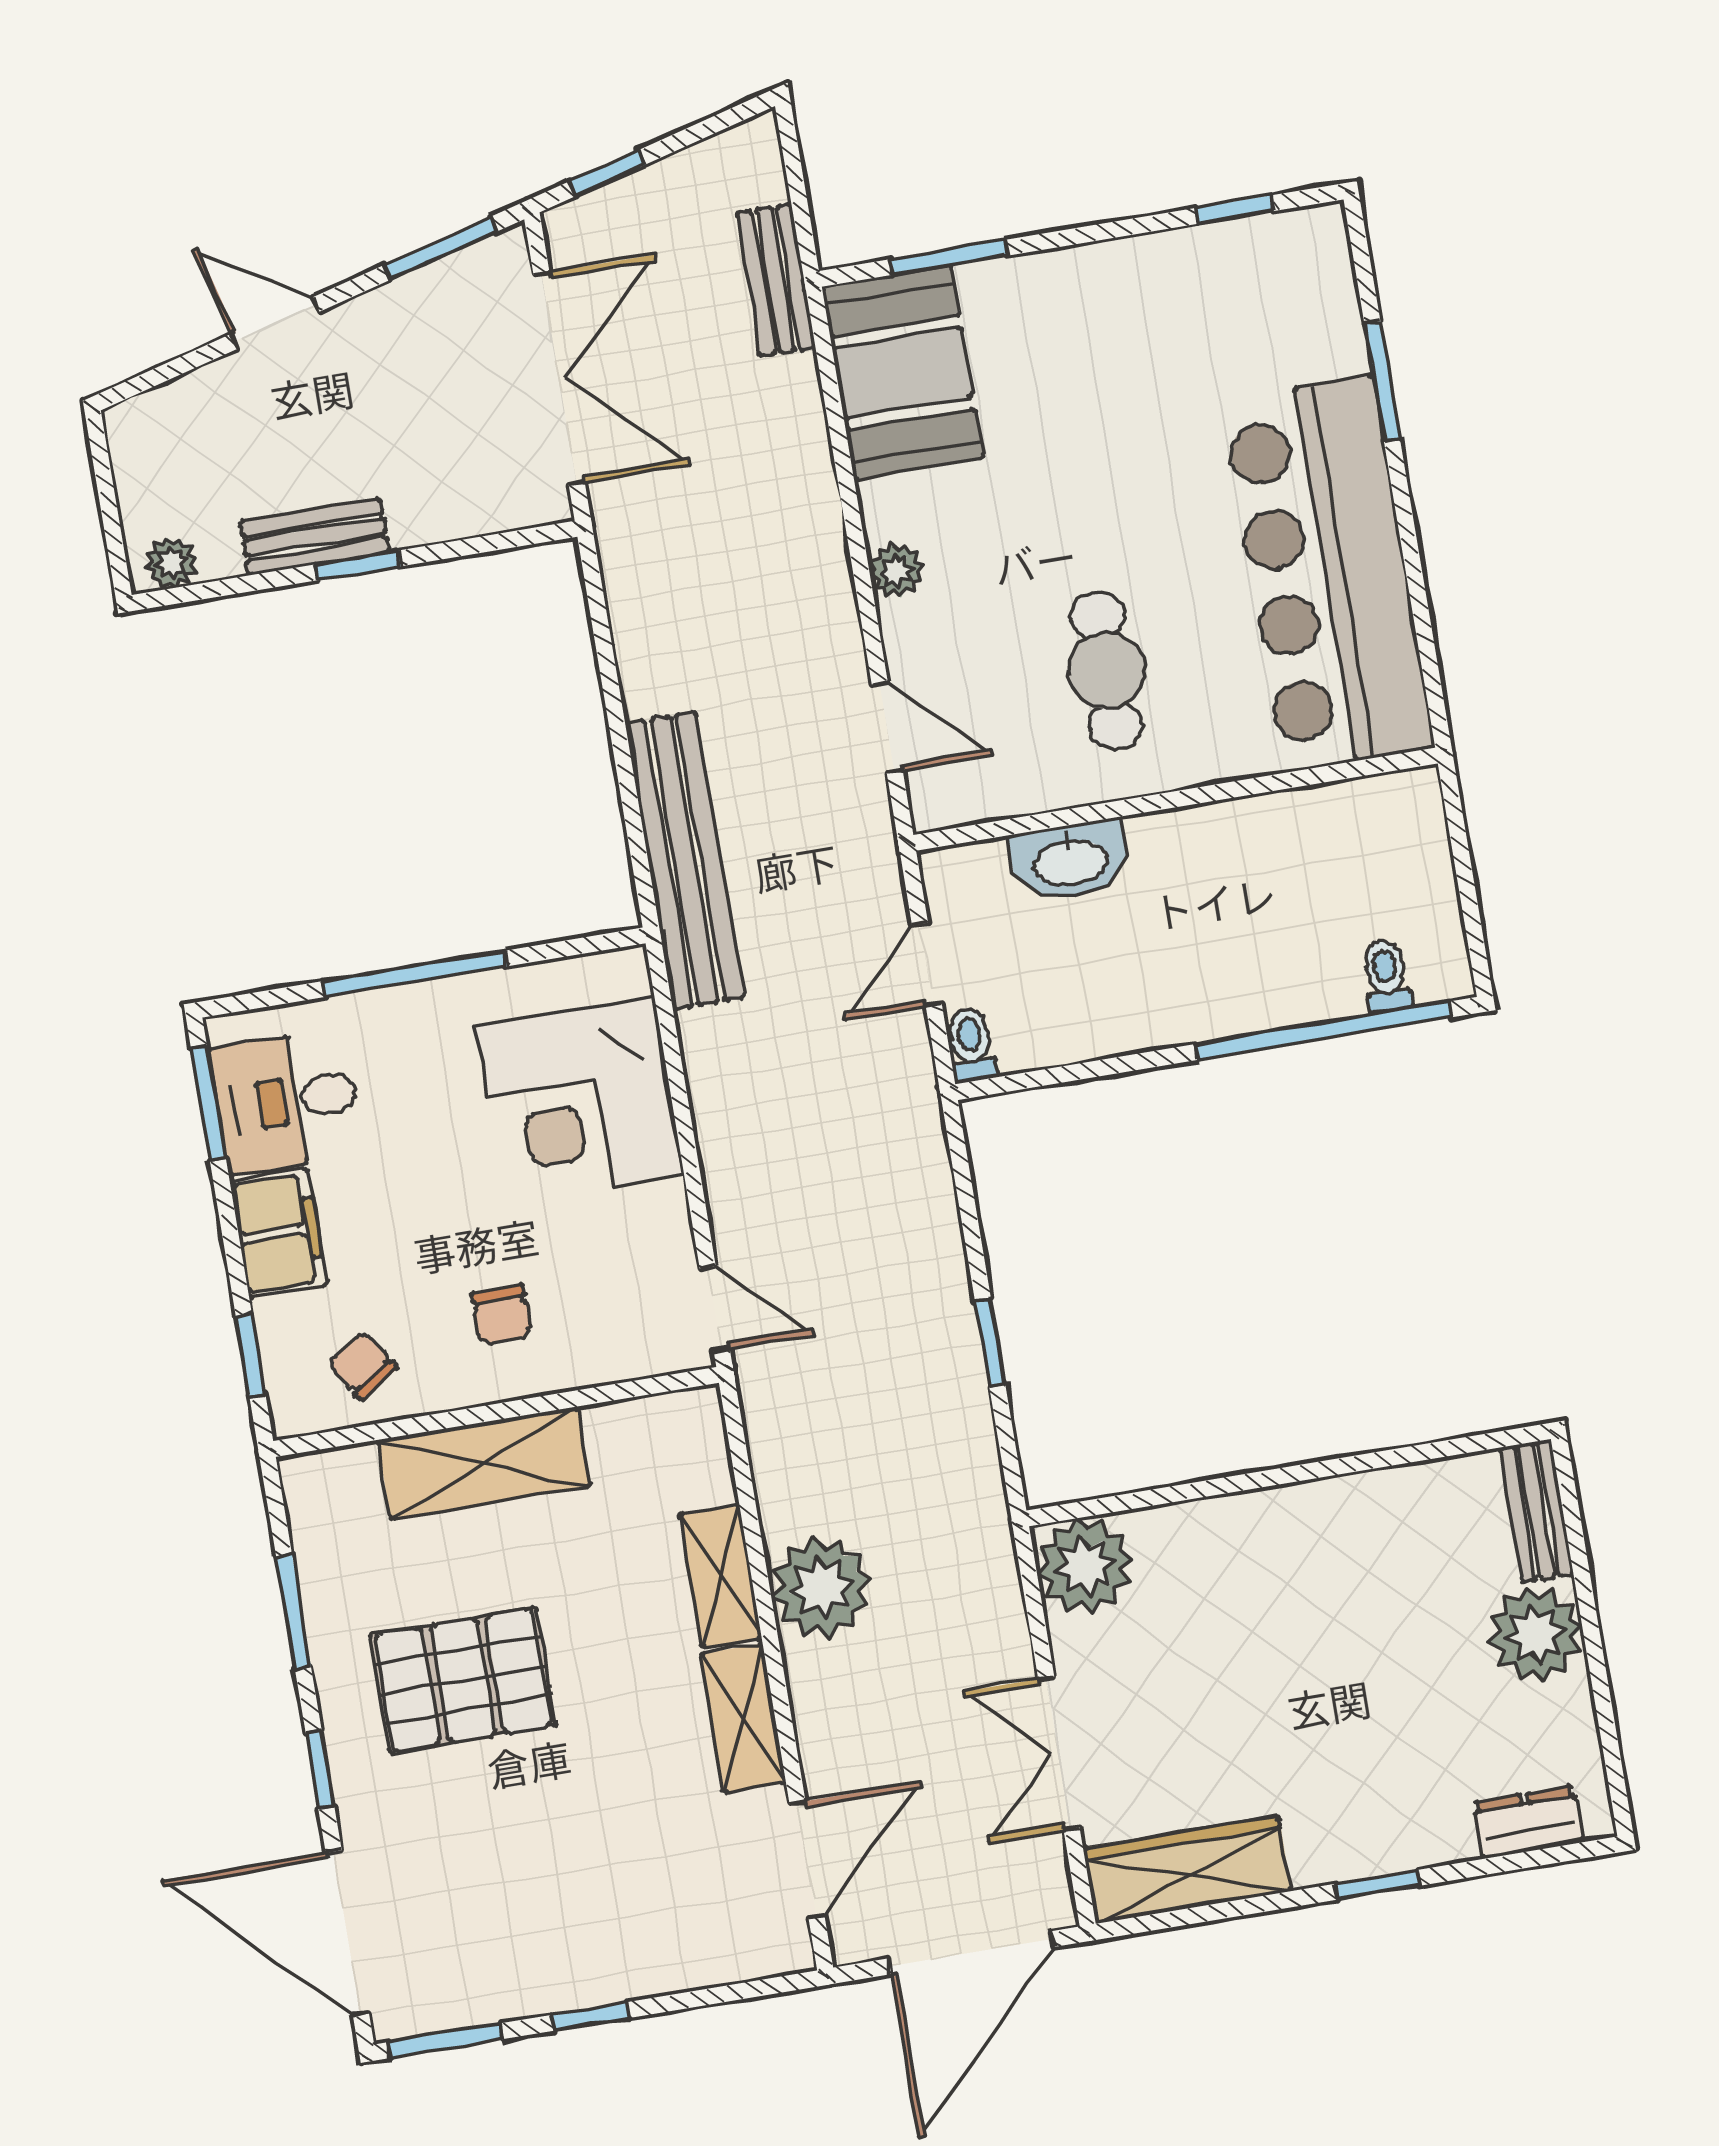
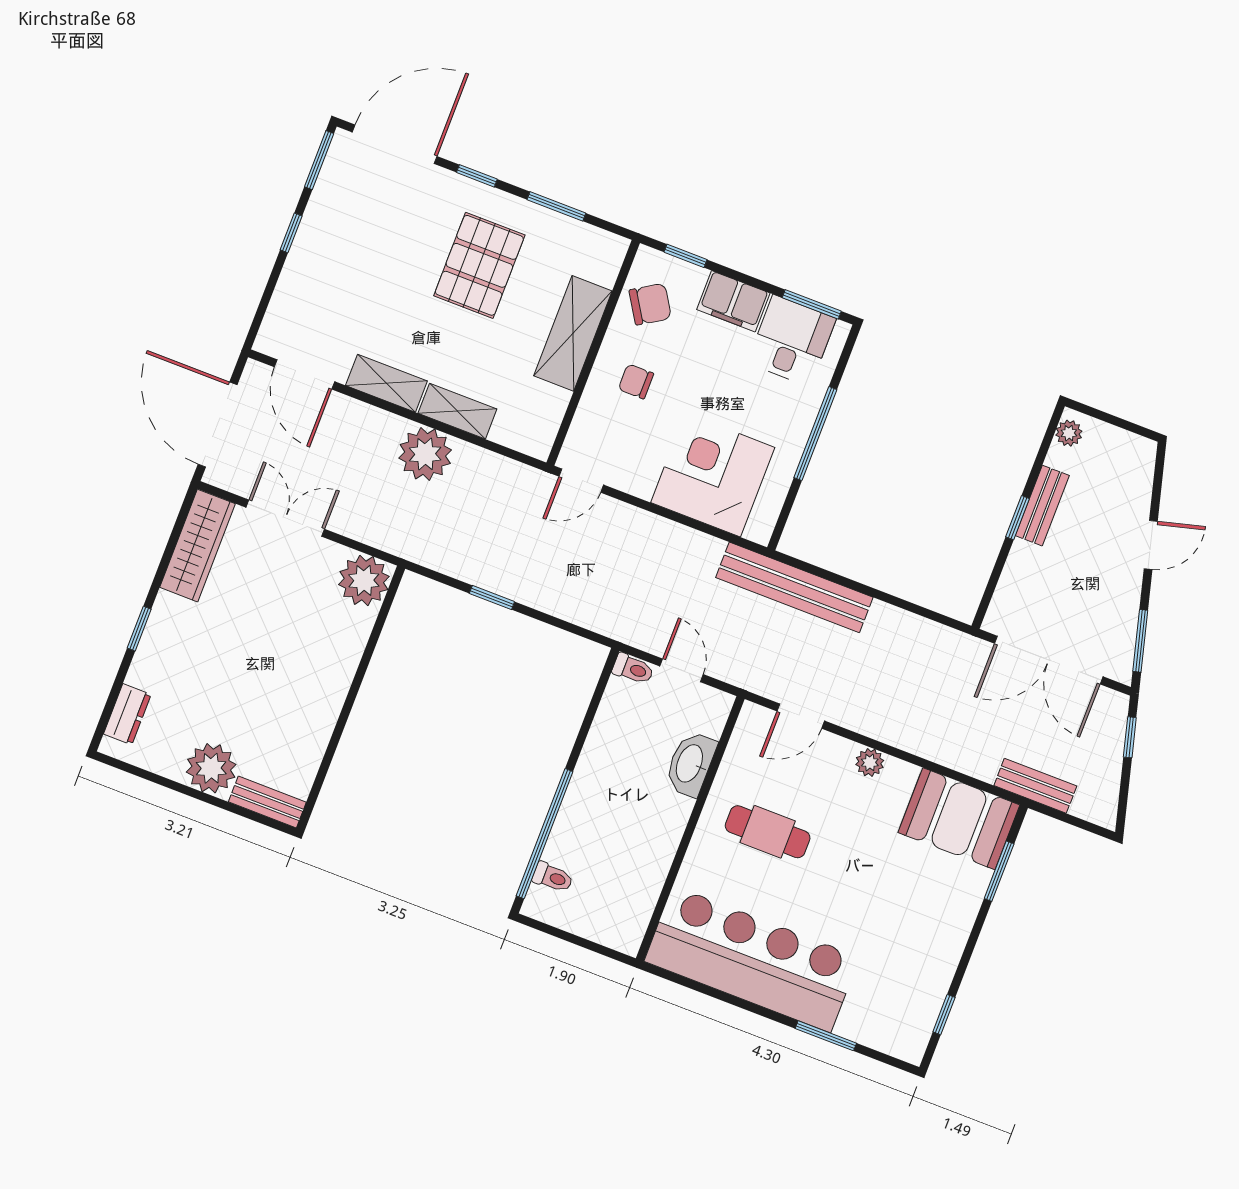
chair: (363, 1366) -> (650, 304), width x1.37, depth x1.37

